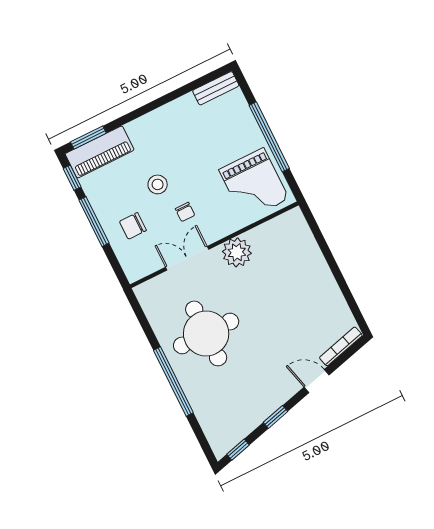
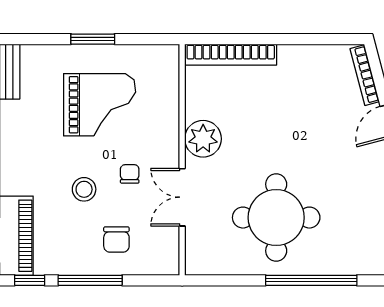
window: (269, 137) -> (93, 39), width x0.47
grand piano: (254, 184) -> (100, 105), moved
chair: (185, 212) -> (130, 174), turned -90
bookcase: (308, 242) -> (231, 55), added

